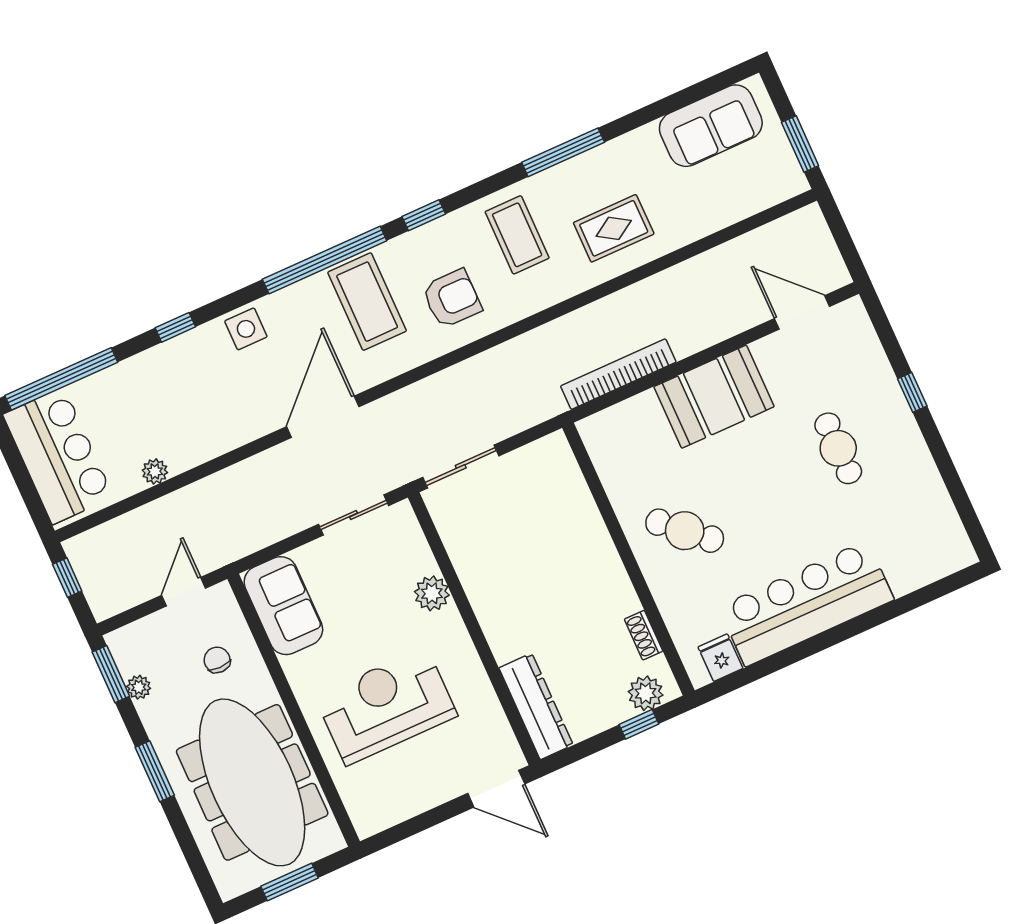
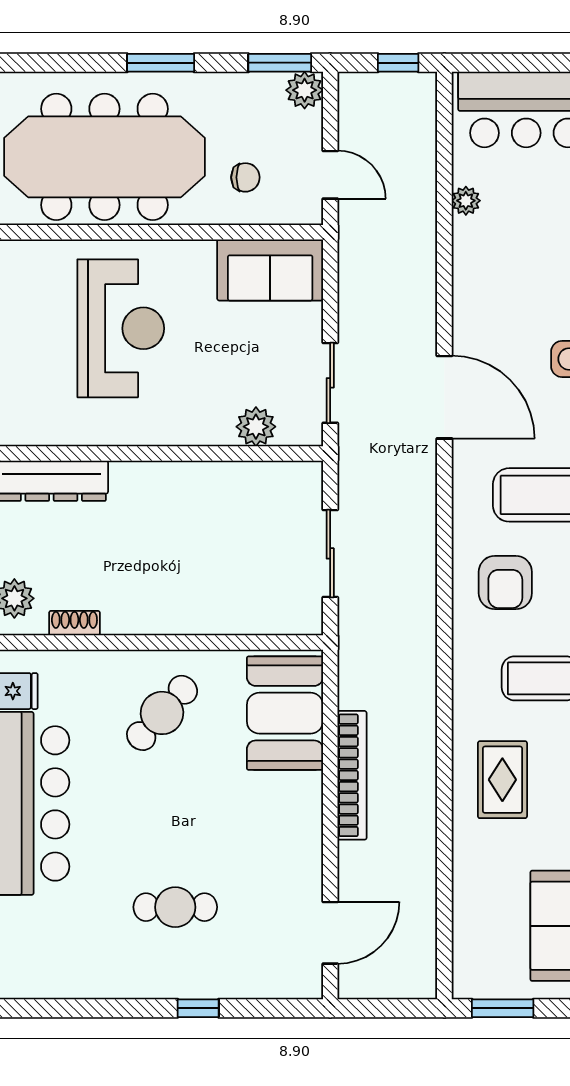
bookcase: (618, 374) -> (352, 775), moved
booth: (714, 397) -> (285, 713), moved
sliding door: (461, 467) -> (330, 553), moved
plant: (432, 593) -> (256, 427), moved
plant: (139, 687) -> (305, 90), moved, width x1.38, depth x1.38

